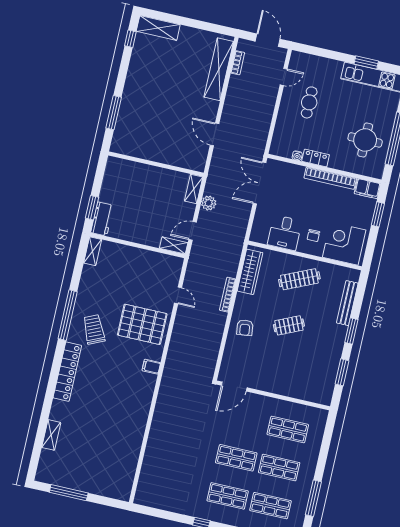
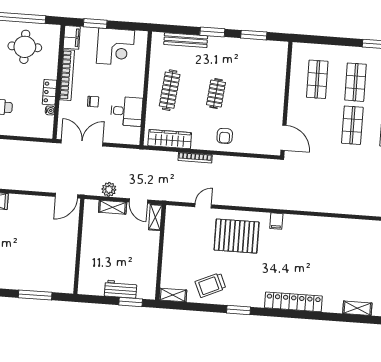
door: (215, 134) -> (66, 196), moved
double door: (260, 183) -> (82, 143), swing flipped
shelving: (194, 189) -> (113, 207), moved
workbench: (102, 219) -> (121, 289), moved
chair: (313, 235) -> (93, 102), moved
corner desk: (344, 244) -> (115, 47), moved, turned -90
clothes rail: (299, 279) -> (170, 90), turned 30
window: (68, 315) -> (239, 310), width x0.47
pallet: (142, 324) -> (237, 236), turned 90
clothes rail: (289, 325) -> (216, 94), turned 30
armchair: (245, 328) -> (225, 136), turned 97
trolley: (94, 329) -> (210, 285), moved

